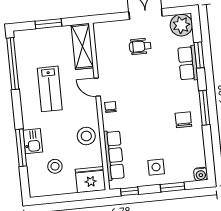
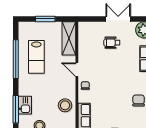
window: (13, 64) -> (16, 59), moved
lab bench: (50, 89) -> (36, 57), moved

